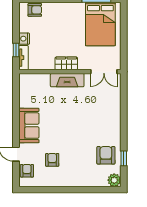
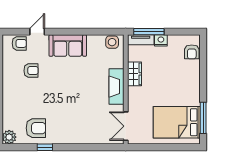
window: (16, 50) -> (149, 32), width x2.17
wardrobe: (66, 63) -> (134, 74), moved
side table: (26, 84) -> (112, 42), added
window: (124, 158) -> (45, 147), moved

